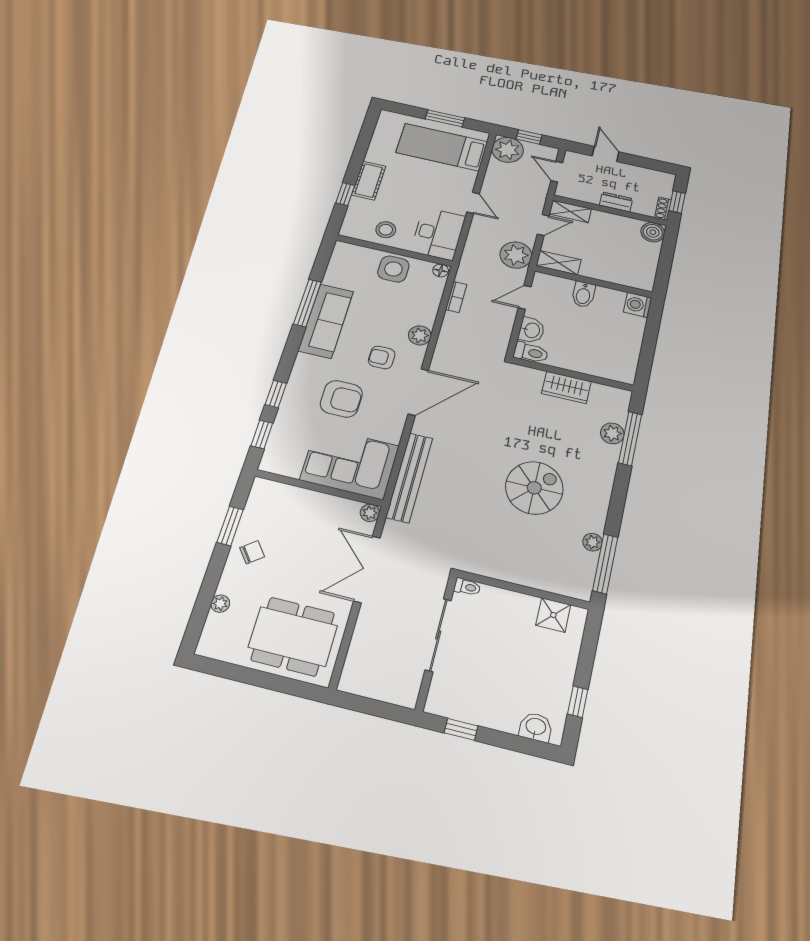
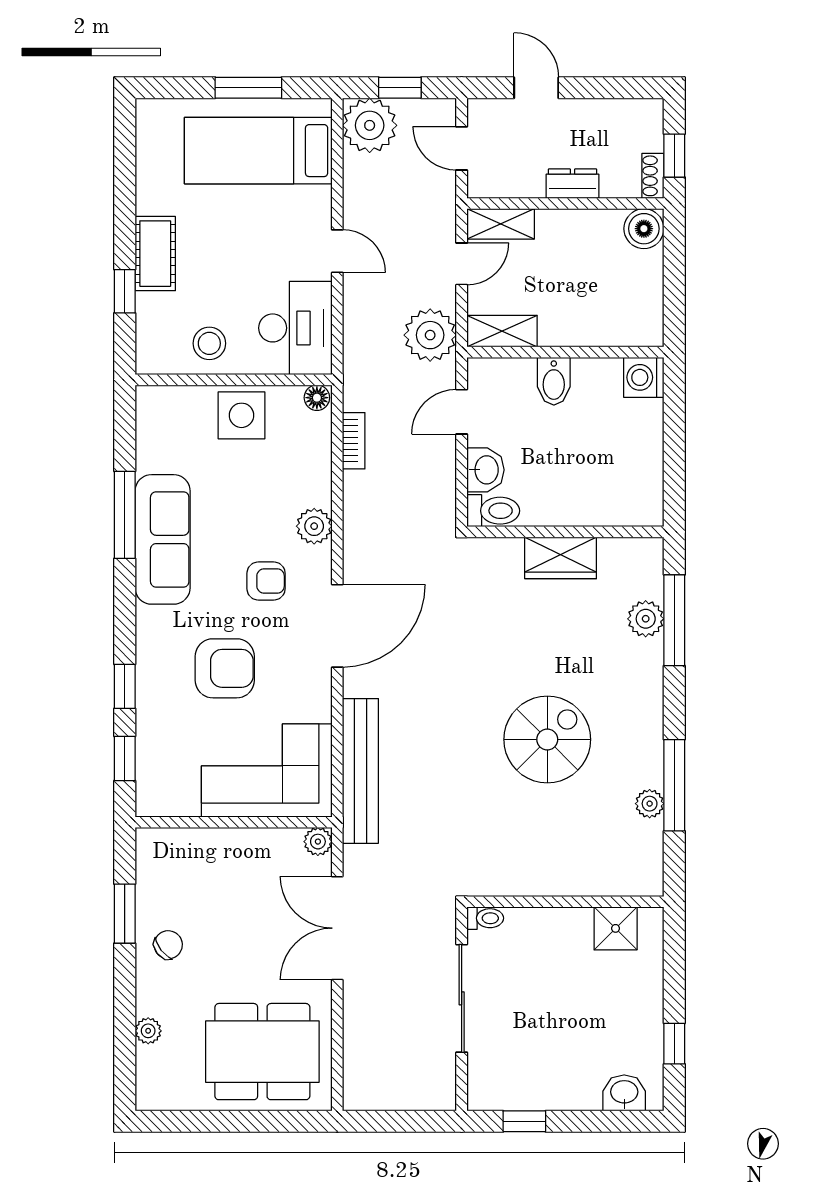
armchair: (382, 357) -> (266, 581), turned 180
window: (605, 564) -> (674, 785), moved

